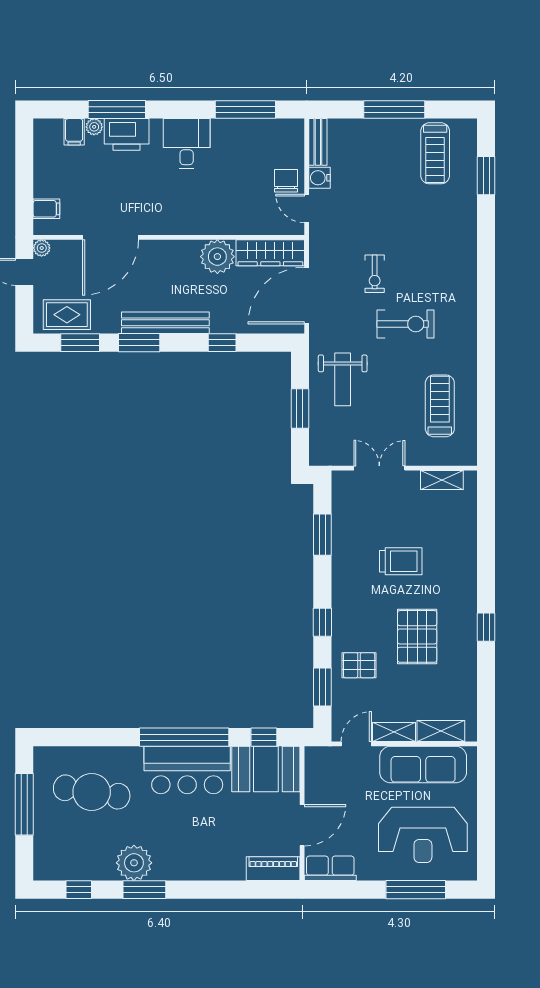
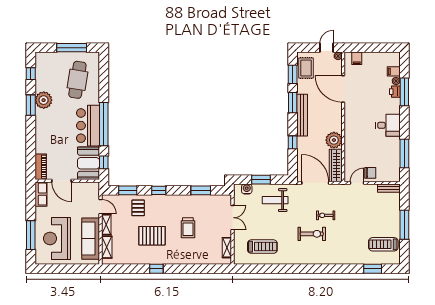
printer: (127, 134) -> (395, 92), width x0.53, depth x0.68
water cooler: (320, 178) -> (247, 189), moved
exercise bike: (406, 324) -> (312, 234), moved, turned -90

